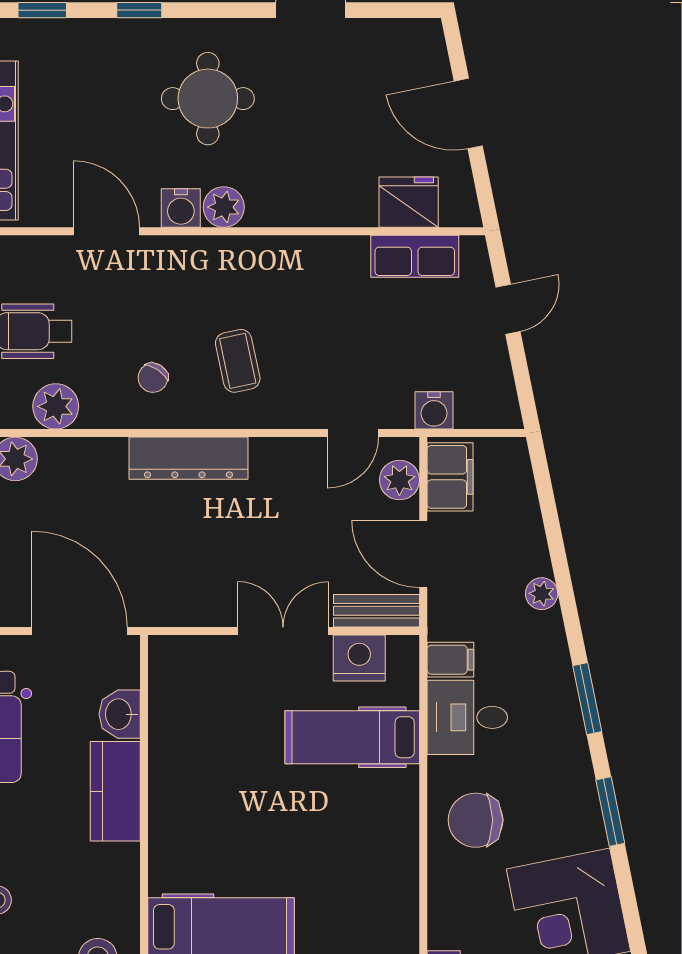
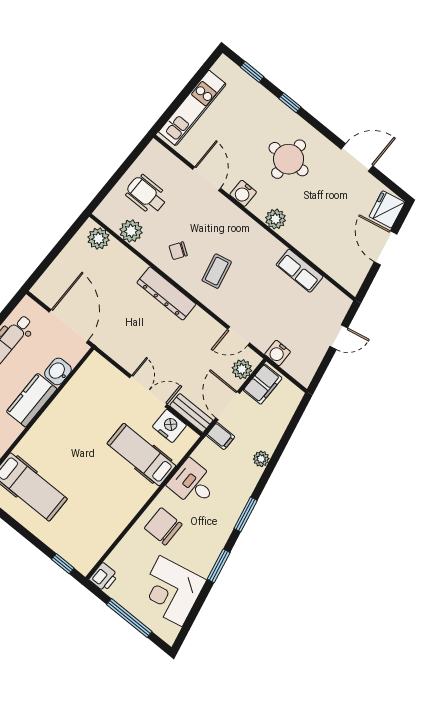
fridge: (409, 202) -> (387, 209), moved, turned -101
plant: (224, 207) -> (276, 219), moved
row of seats: (415, 256) -> (300, 271), moved
filing cabinet: (450, 660) -> (221, 436), moved

